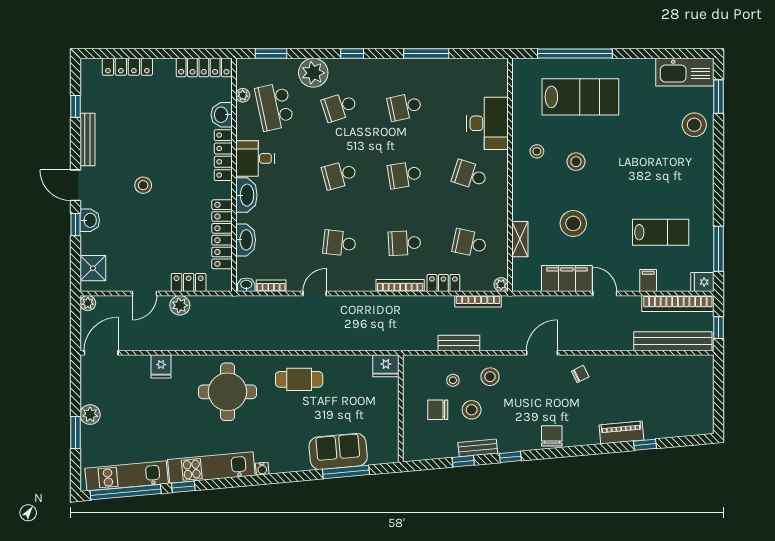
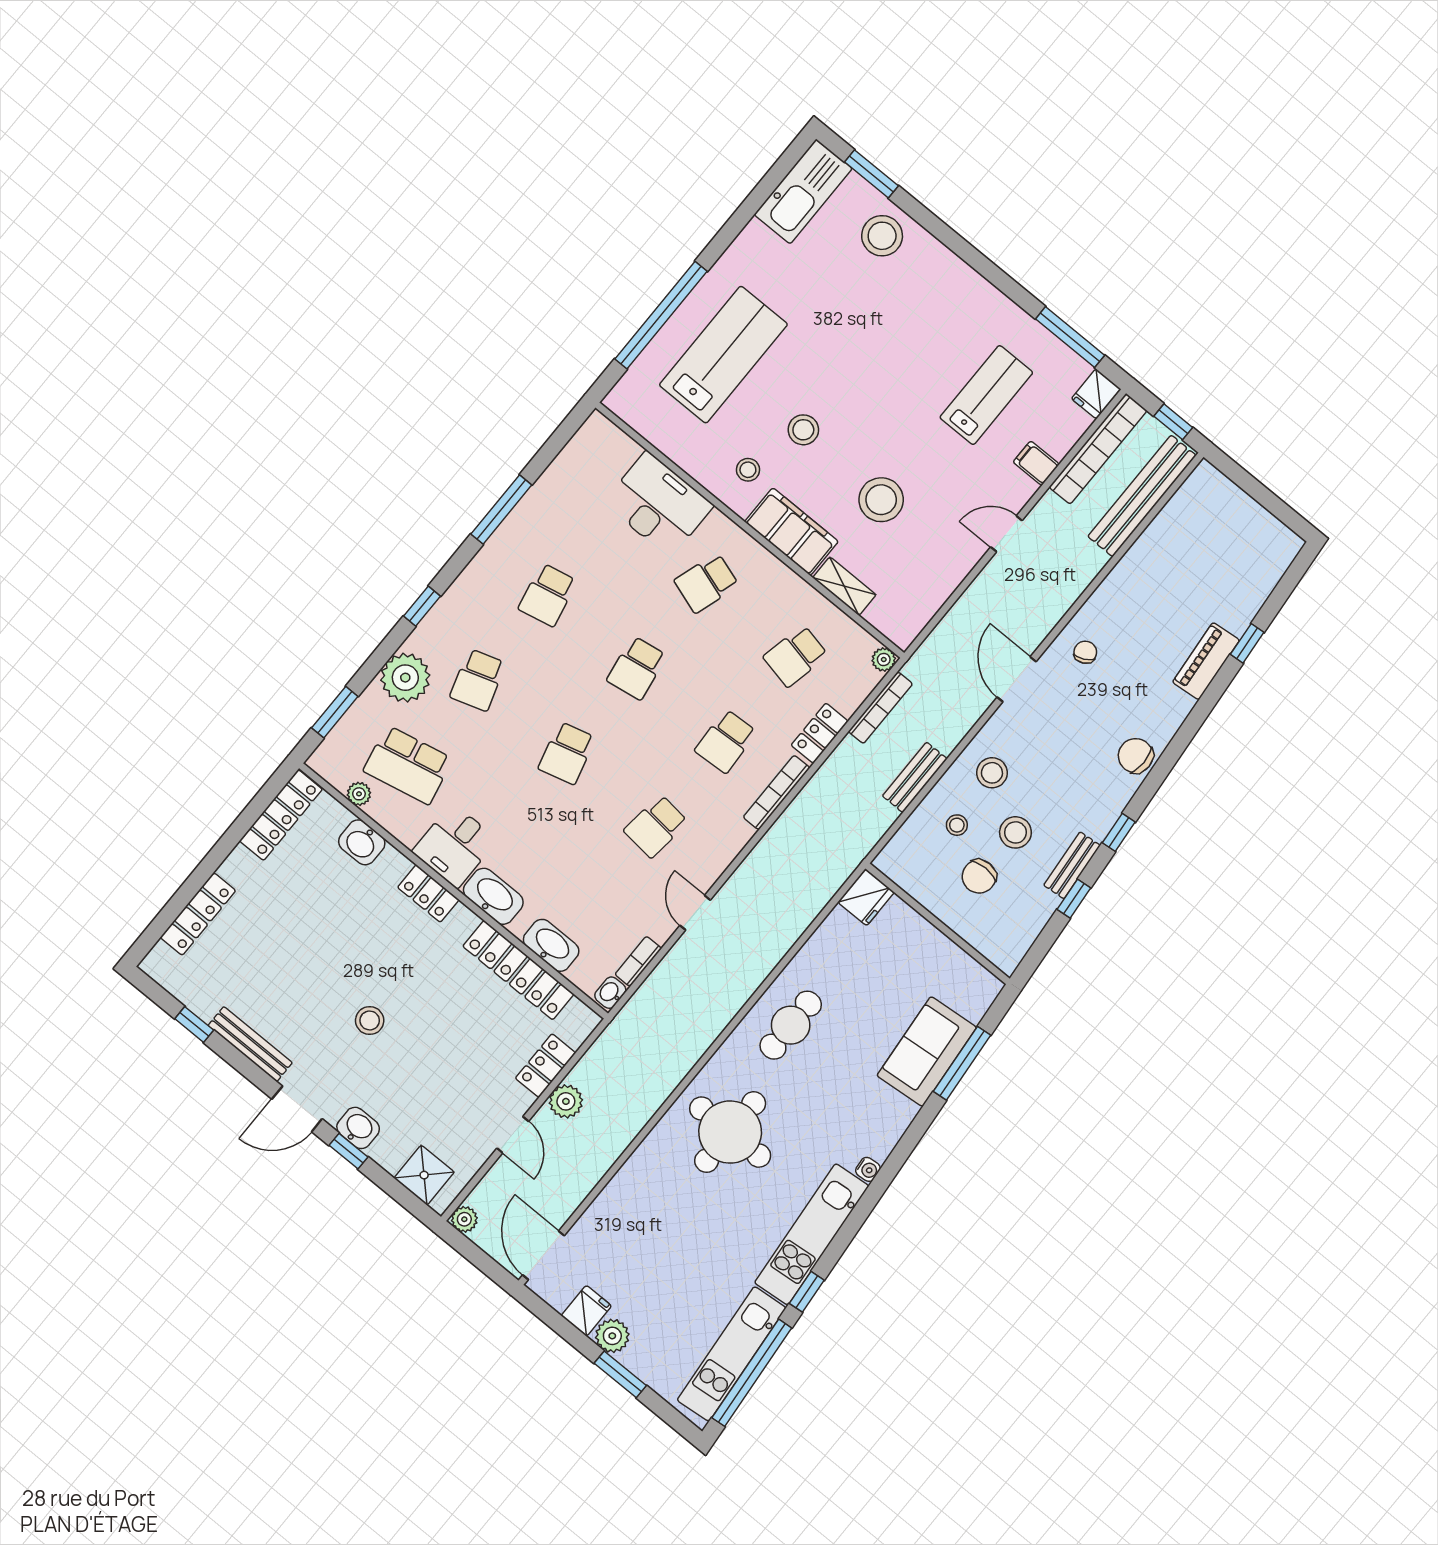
locker: (223, 155) -> (428, 893), width x0.66
filing cabinet: (567, 279) -> (792, 532), moved, turned 90
fridge: (161, 366) -> (586, 1311), moved, turned -90

